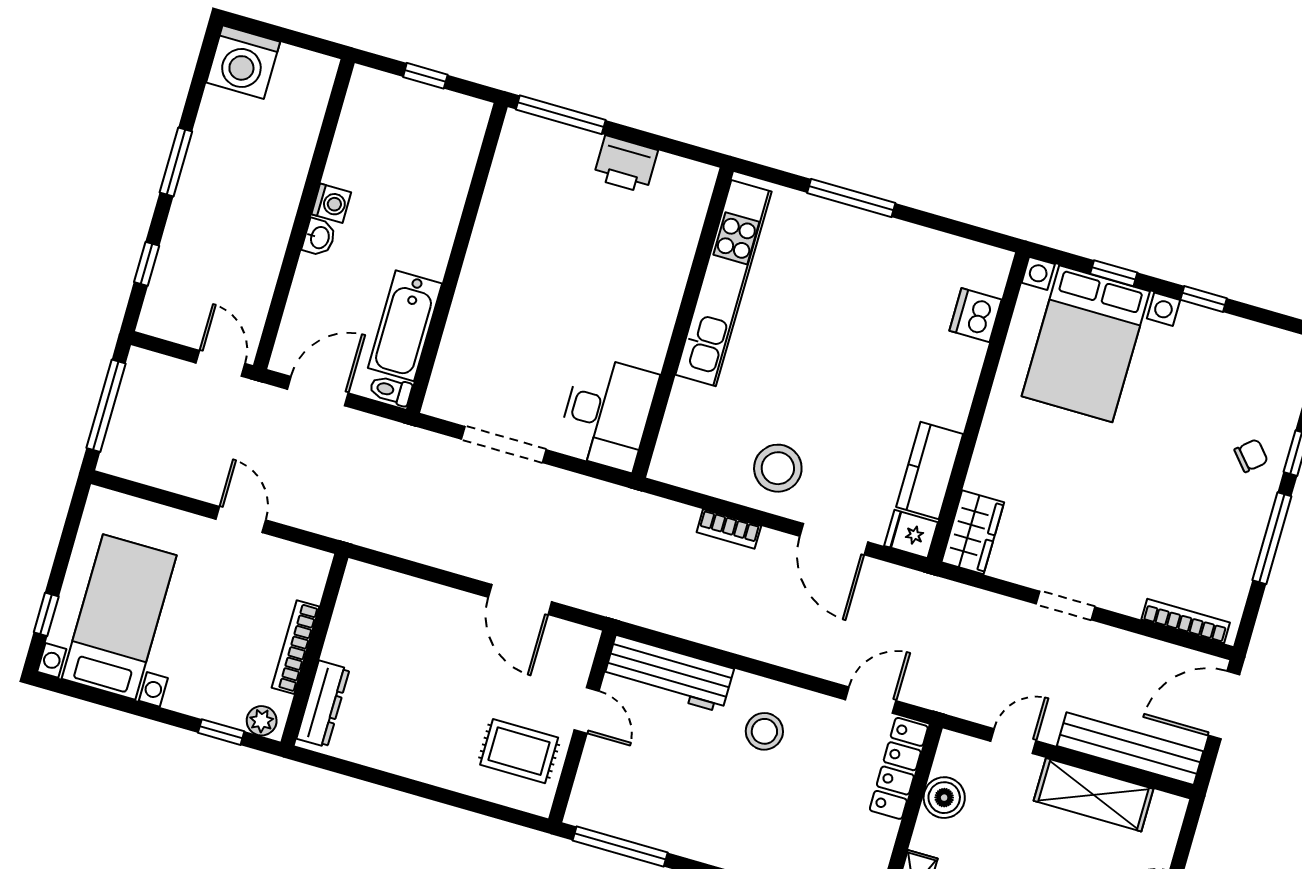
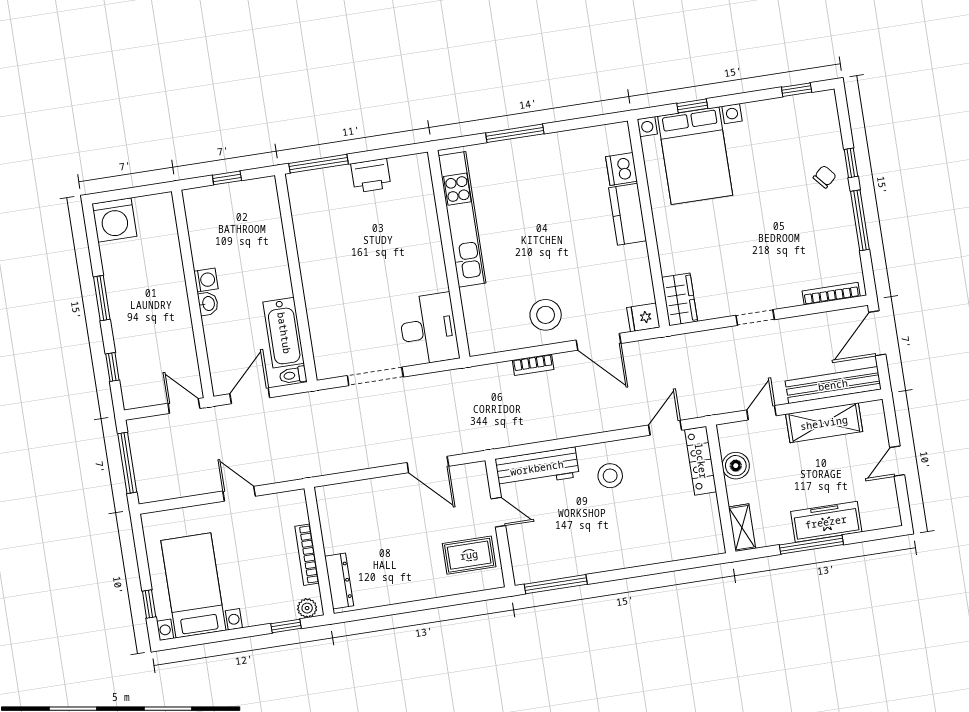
window: (1204, 299) -> (797, 90), moved
kitchen counter: (930, 470) -> (628, 214), moved

